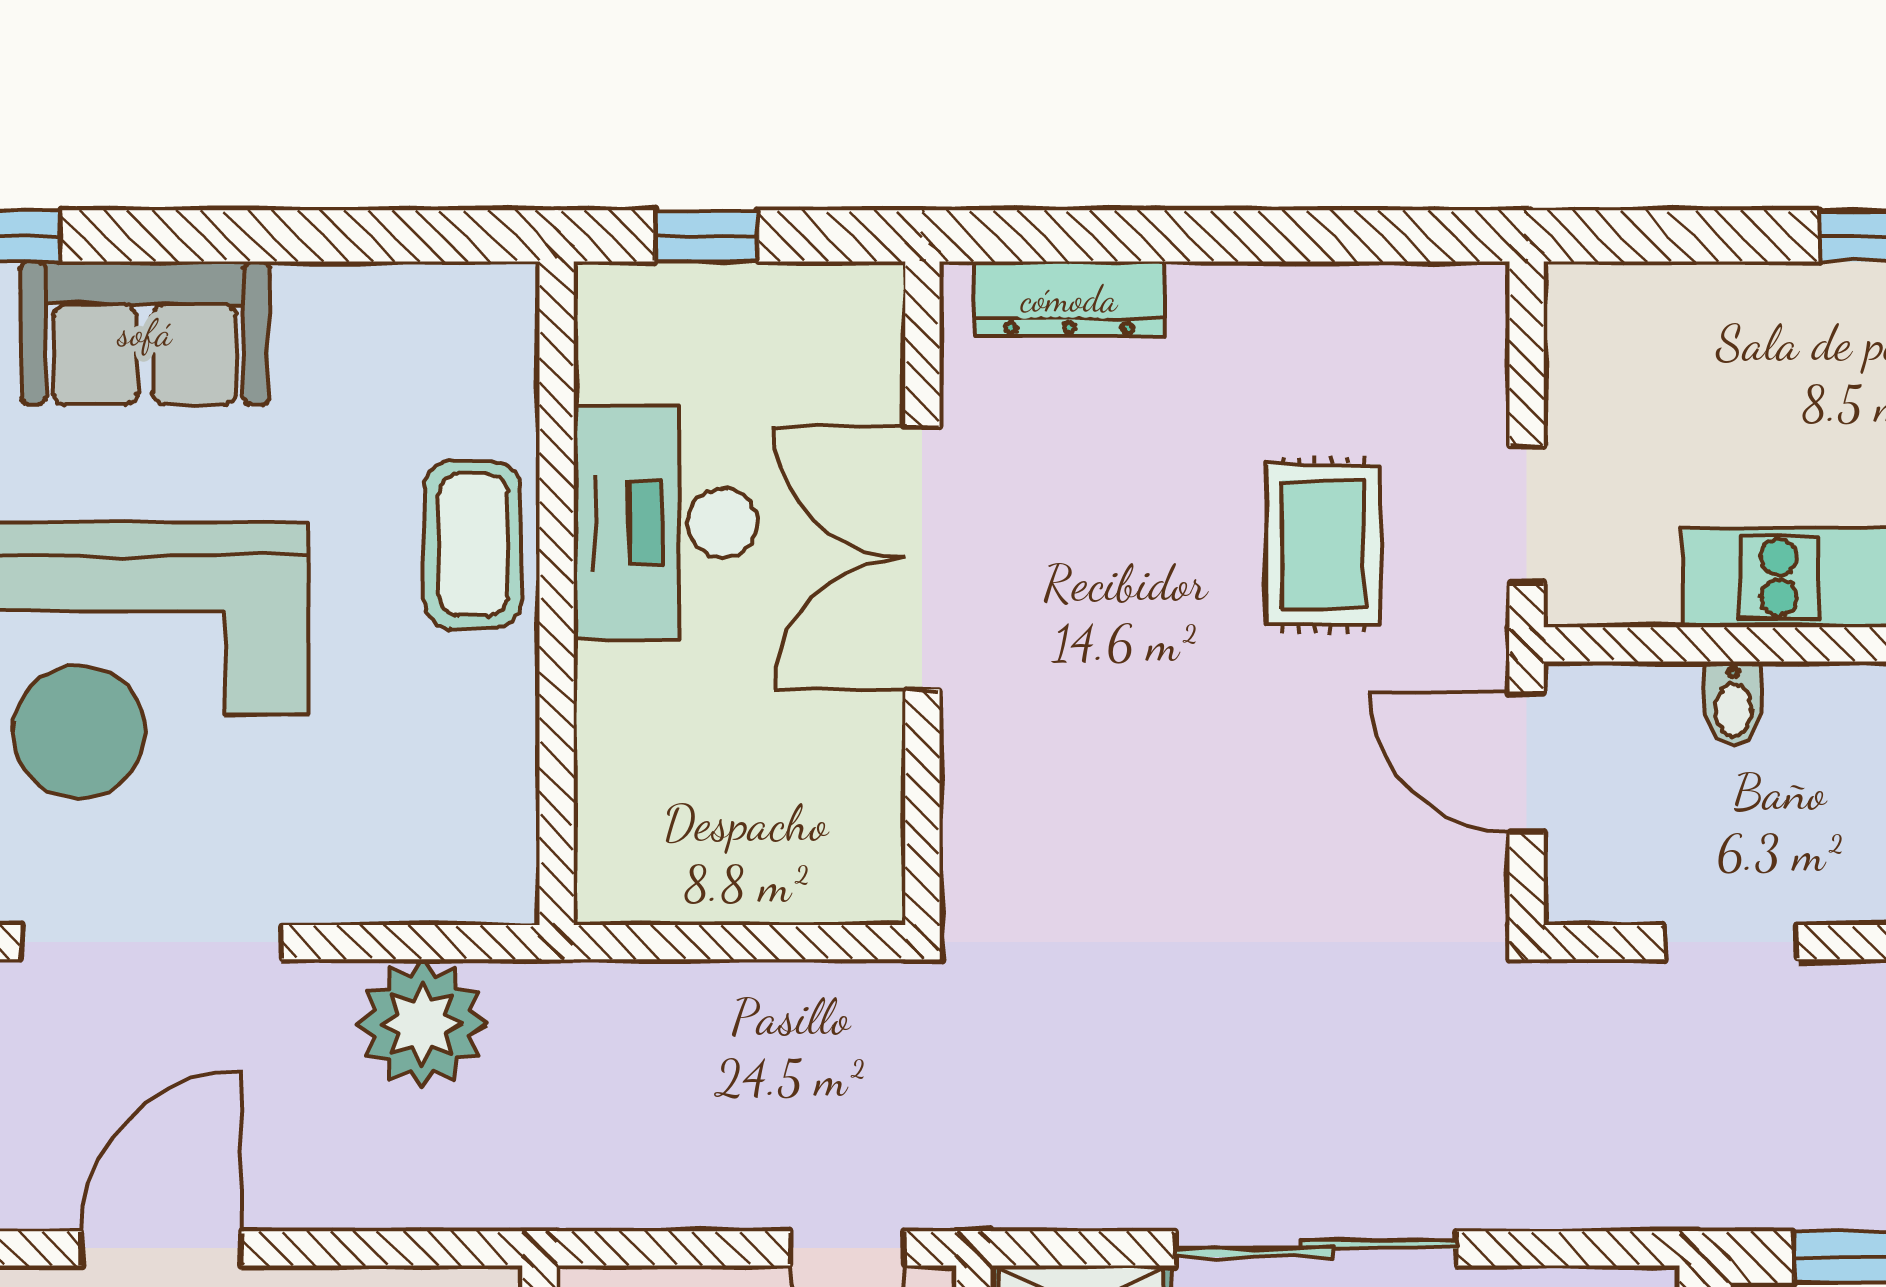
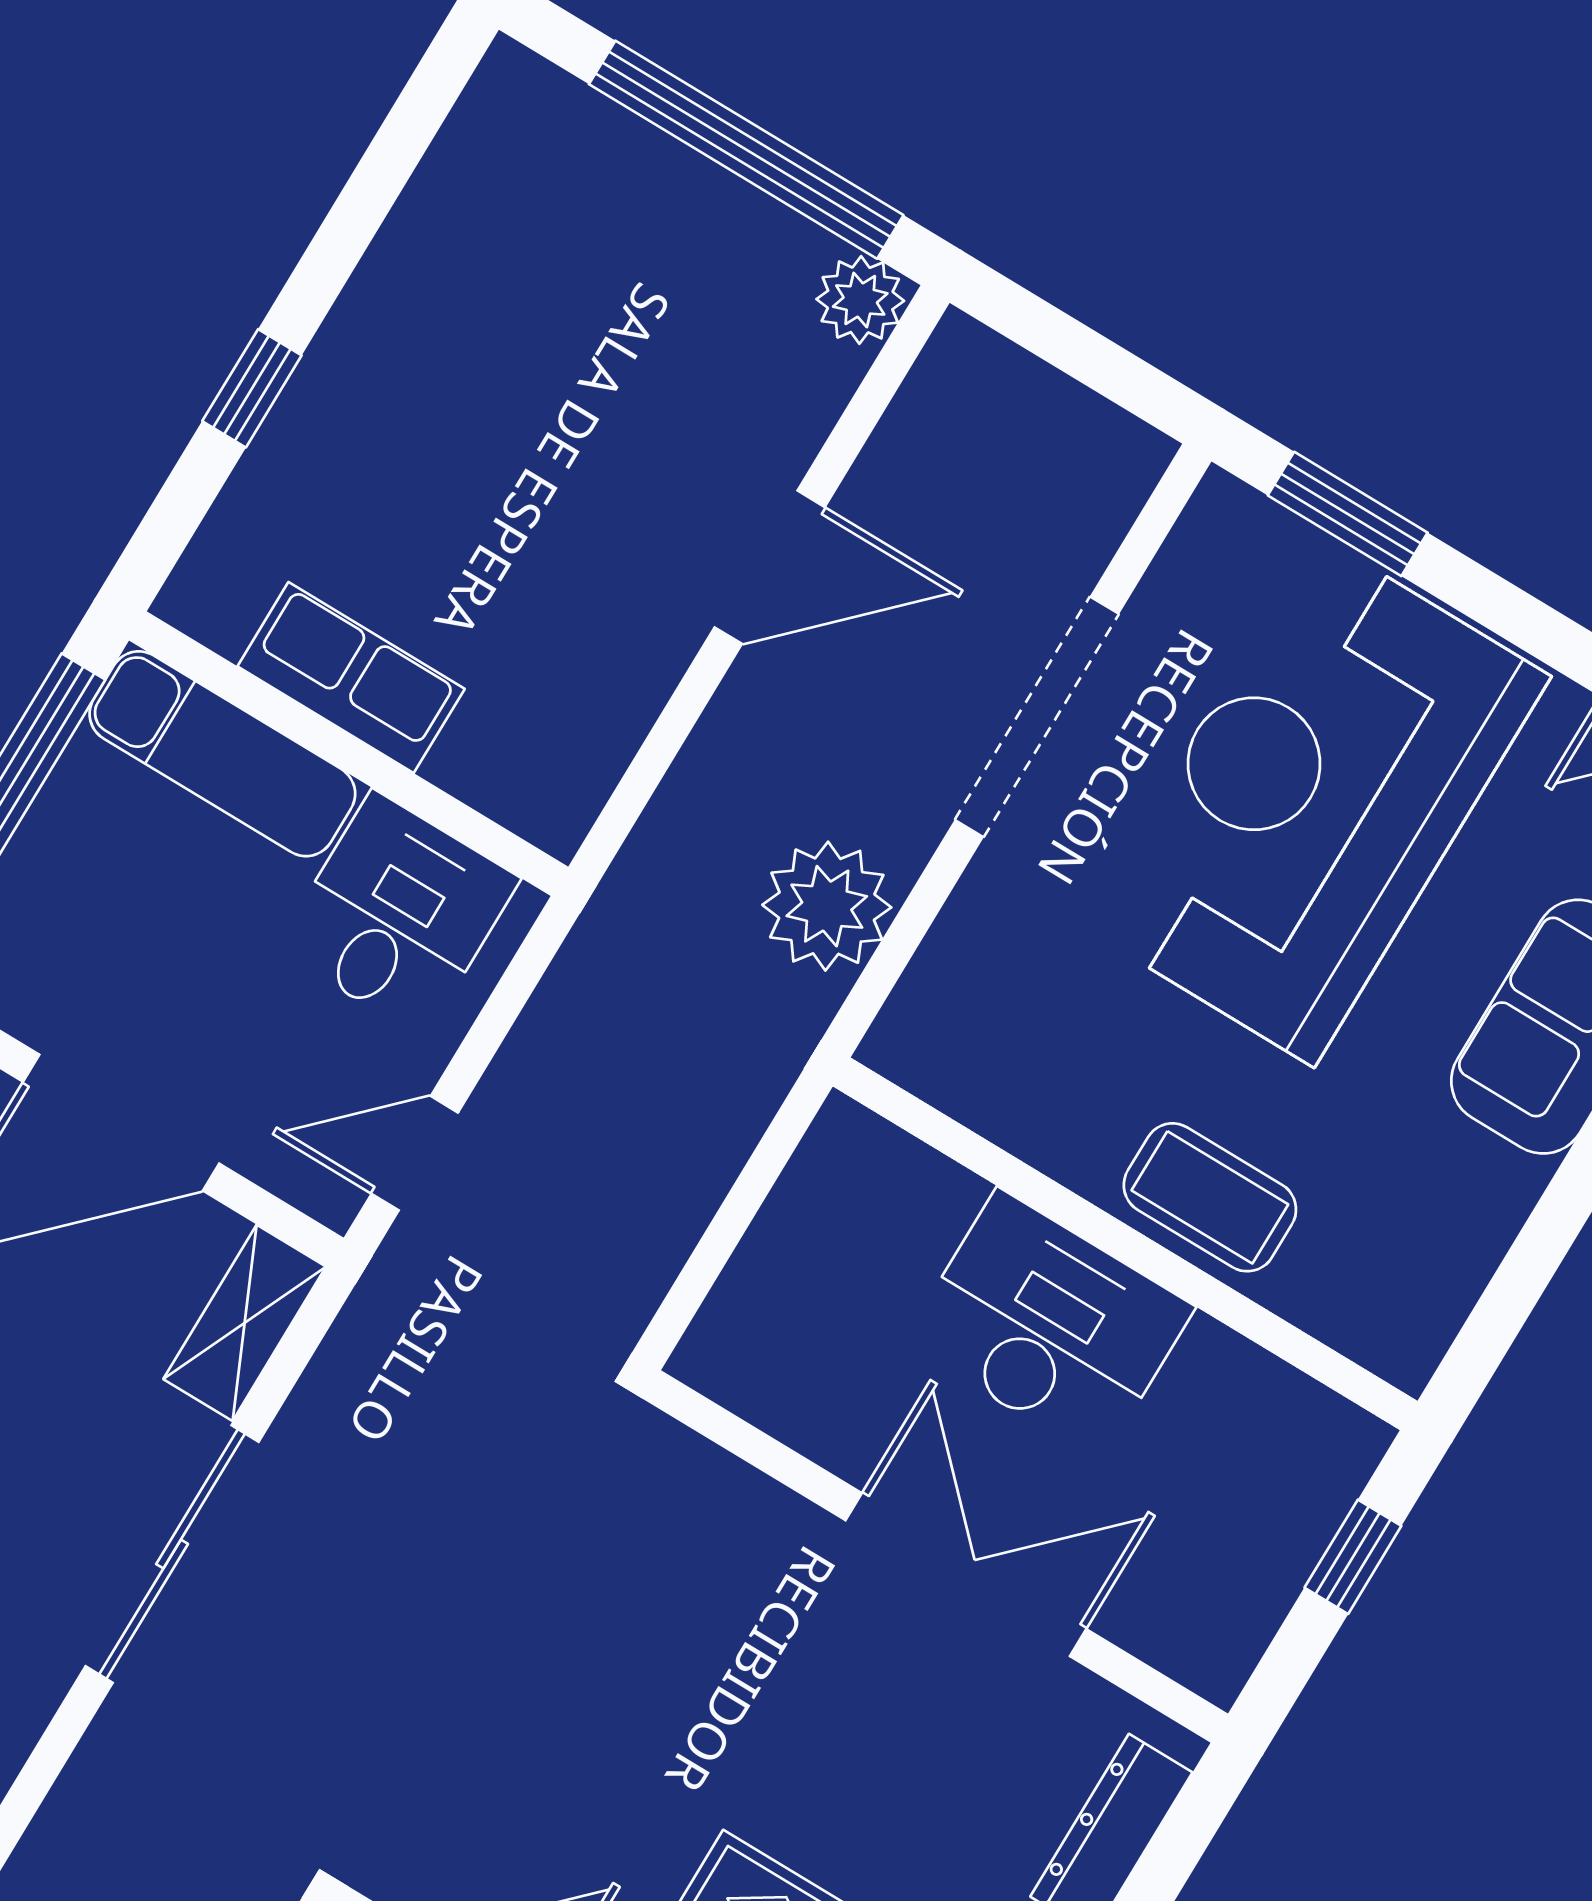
desk: (665, 523) -> (1049, 1325), moved
door: (162, 1248) -> (770, 567), hinge flipped

